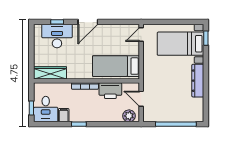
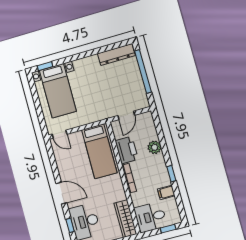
dresser: (198, 81) -> (116, 55), moved
desk: (46, 109) -> (151, 217), moved, turned 180
plant: (129, 116) -> (154, 147), moved

